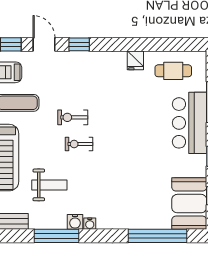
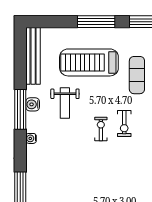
exercise bike: (73, 117) -> (124, 124), turned 180
water cooler: (75, 222) -> (33, 104), moved

